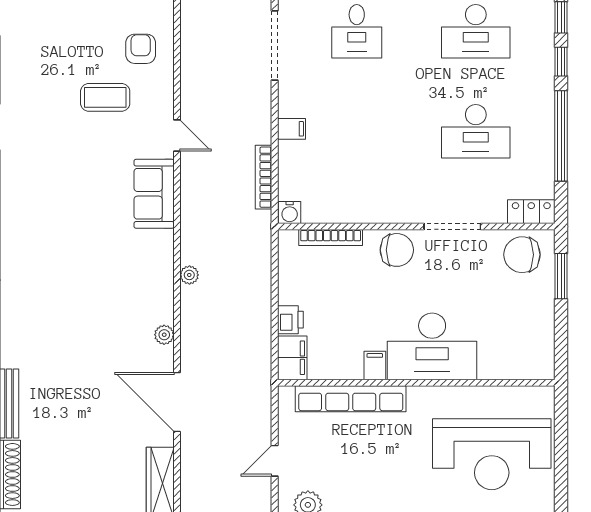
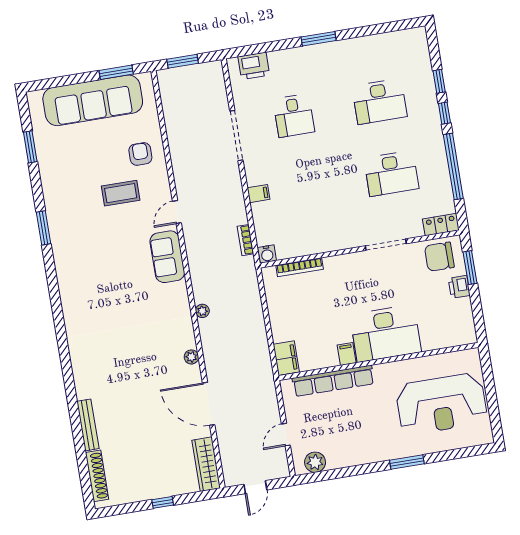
door: (177, 135) -> (177, 212), swing flipped
bookcase: (264, 177) -> (245, 240), width x0.64
chair: (397, 250) -> (349, 268), removed
printer: (290, 320) -> (459, 287), moved, turned 180

